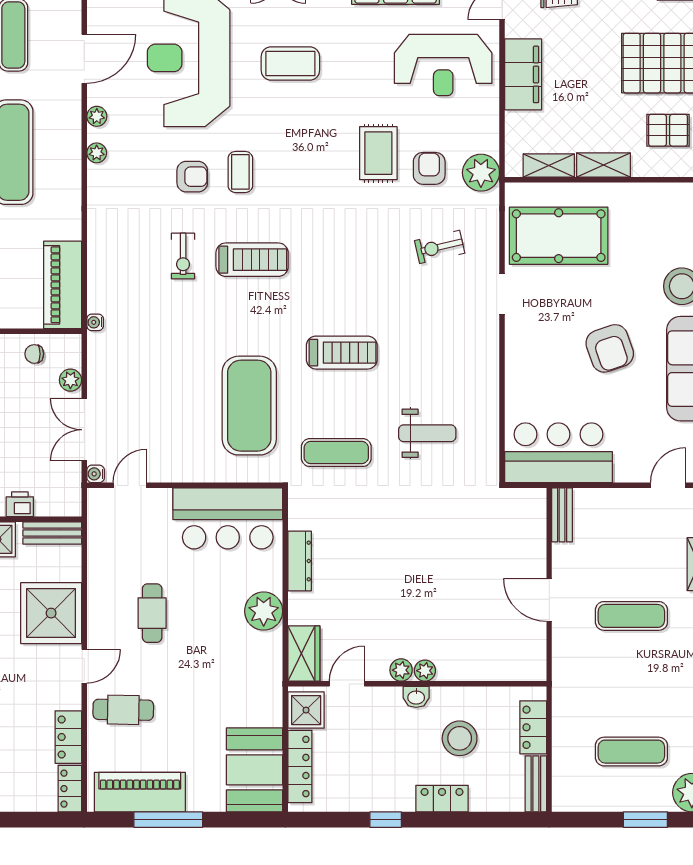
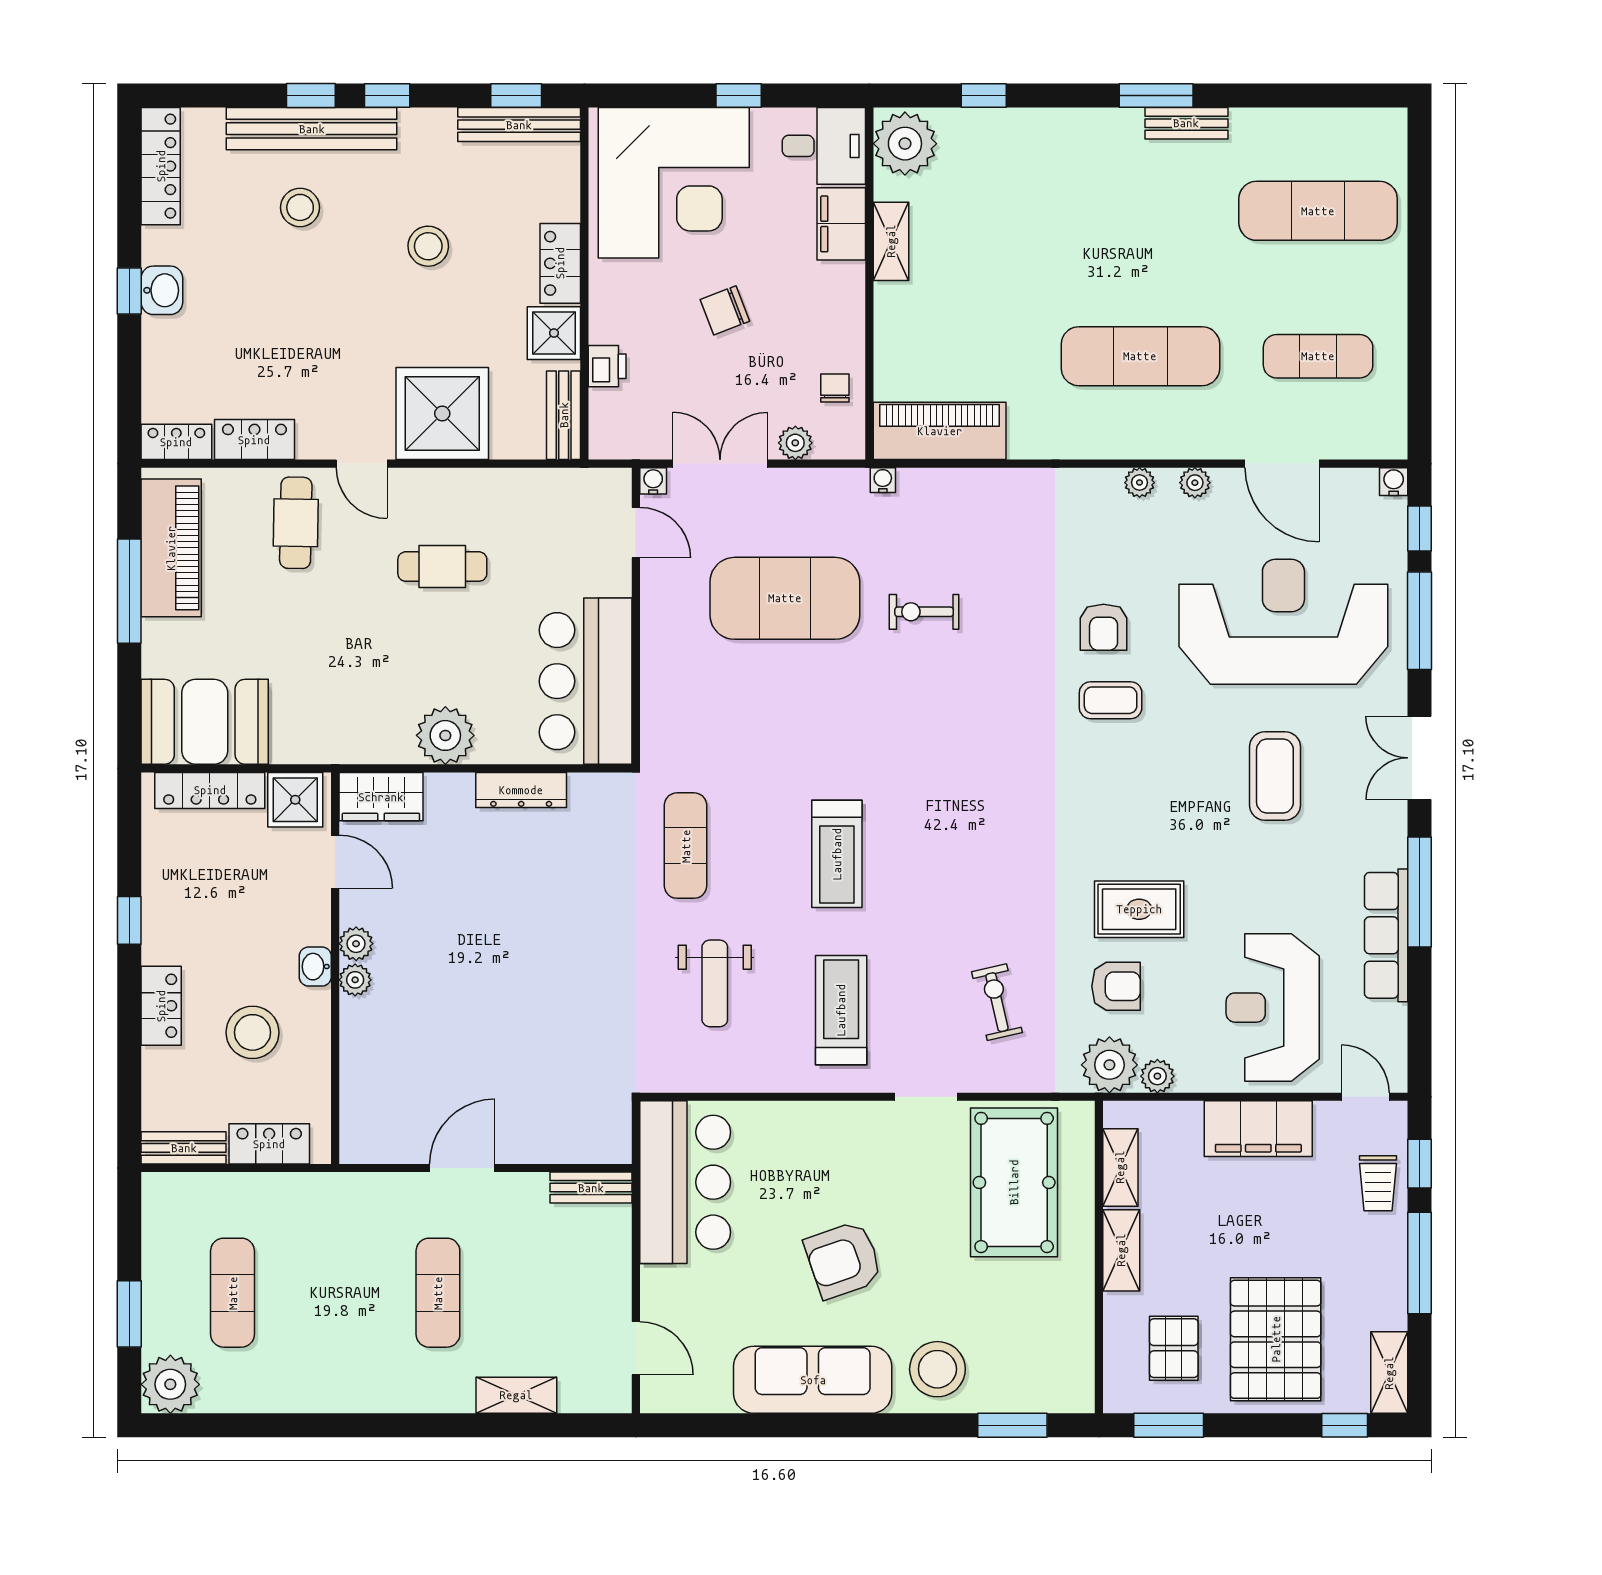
plant: (488, 141) -> (1157, 1076), added
exercise bike: (183, 256) -> (924, 612), moved
treadmill: (252, 260) -> (841, 1010), moved, turned 180
exercise mat: (249, 406) -> (785, 598), moved

